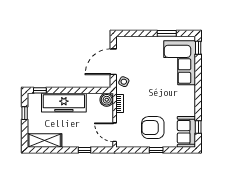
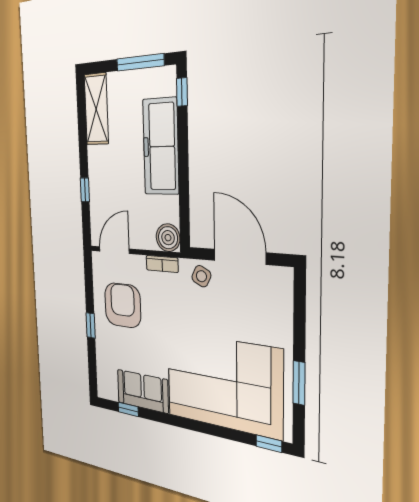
corner sofa: (180, 63) -> (223, 384), width x1.36, depth x1.36
window: (25, 113) -> (140, 62), width x2.17
armchair: (153, 128) -> (123, 305), moved
sofa: (186, 132) -> (143, 391), moved

